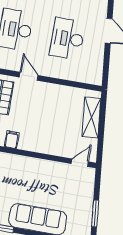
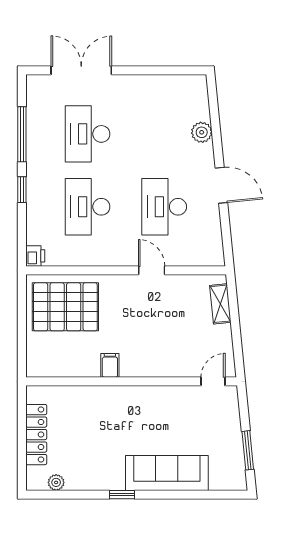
door: (29, 76) -> (152, 270), moved
shelving: (91, 117) -> (220, 304), width x0.67, depth x0.75

